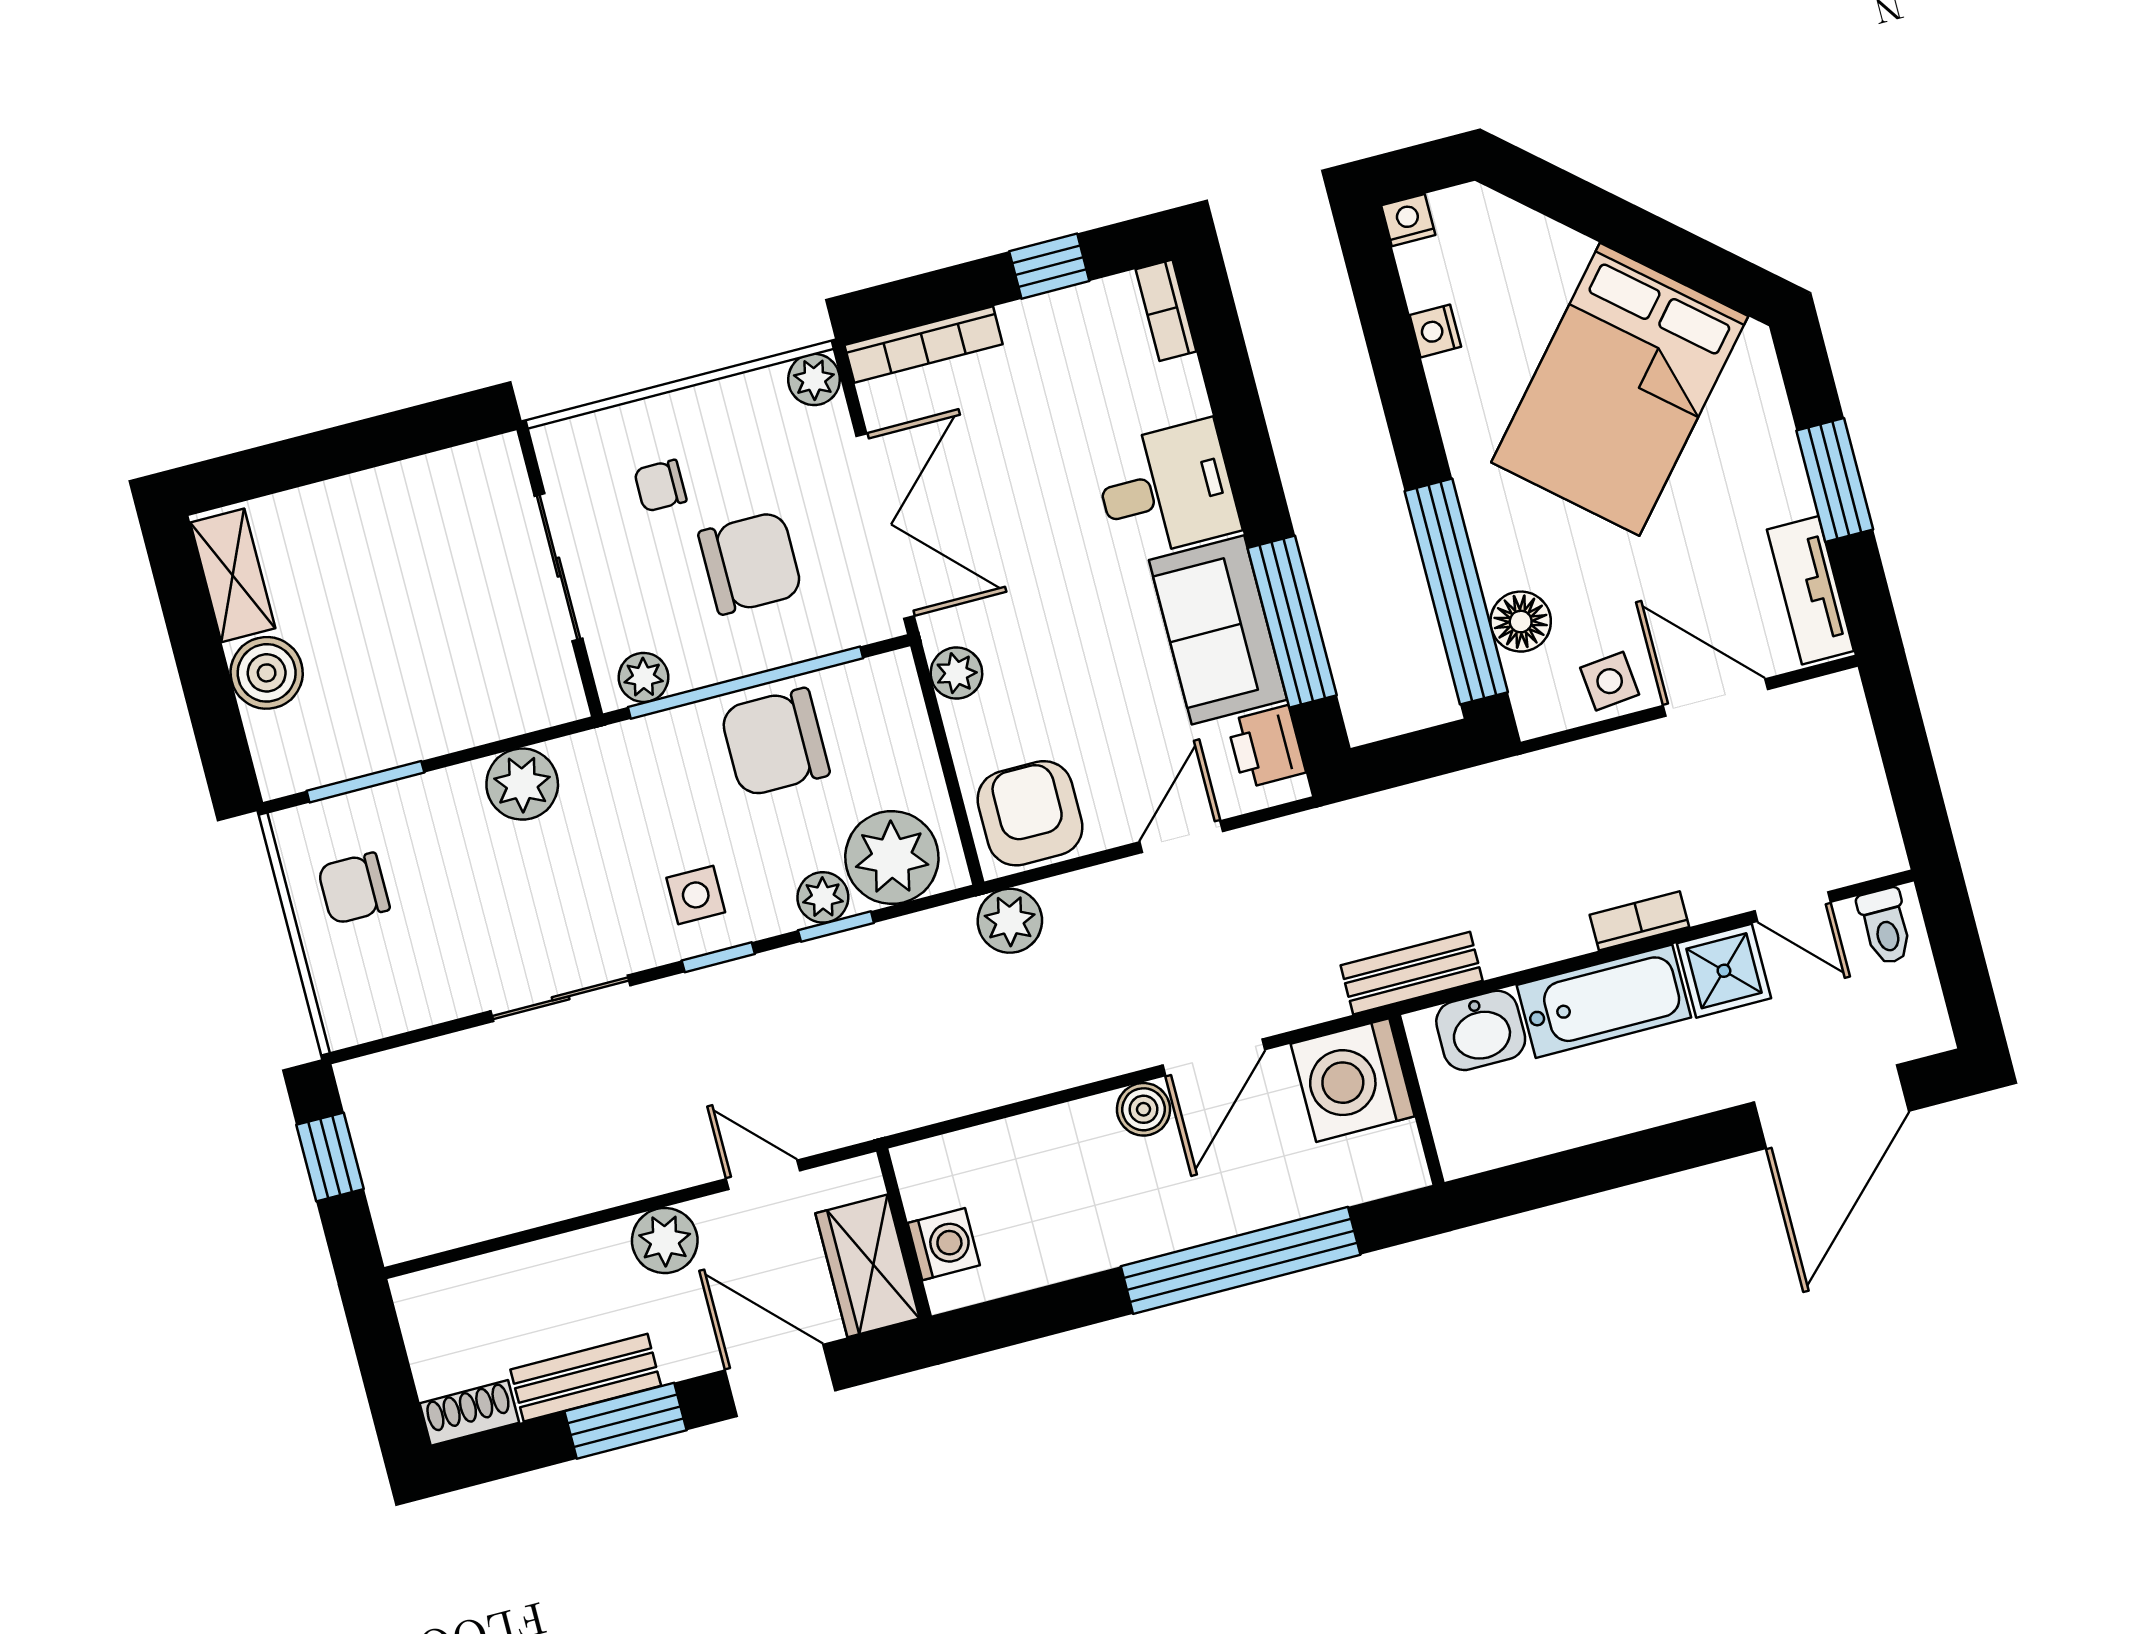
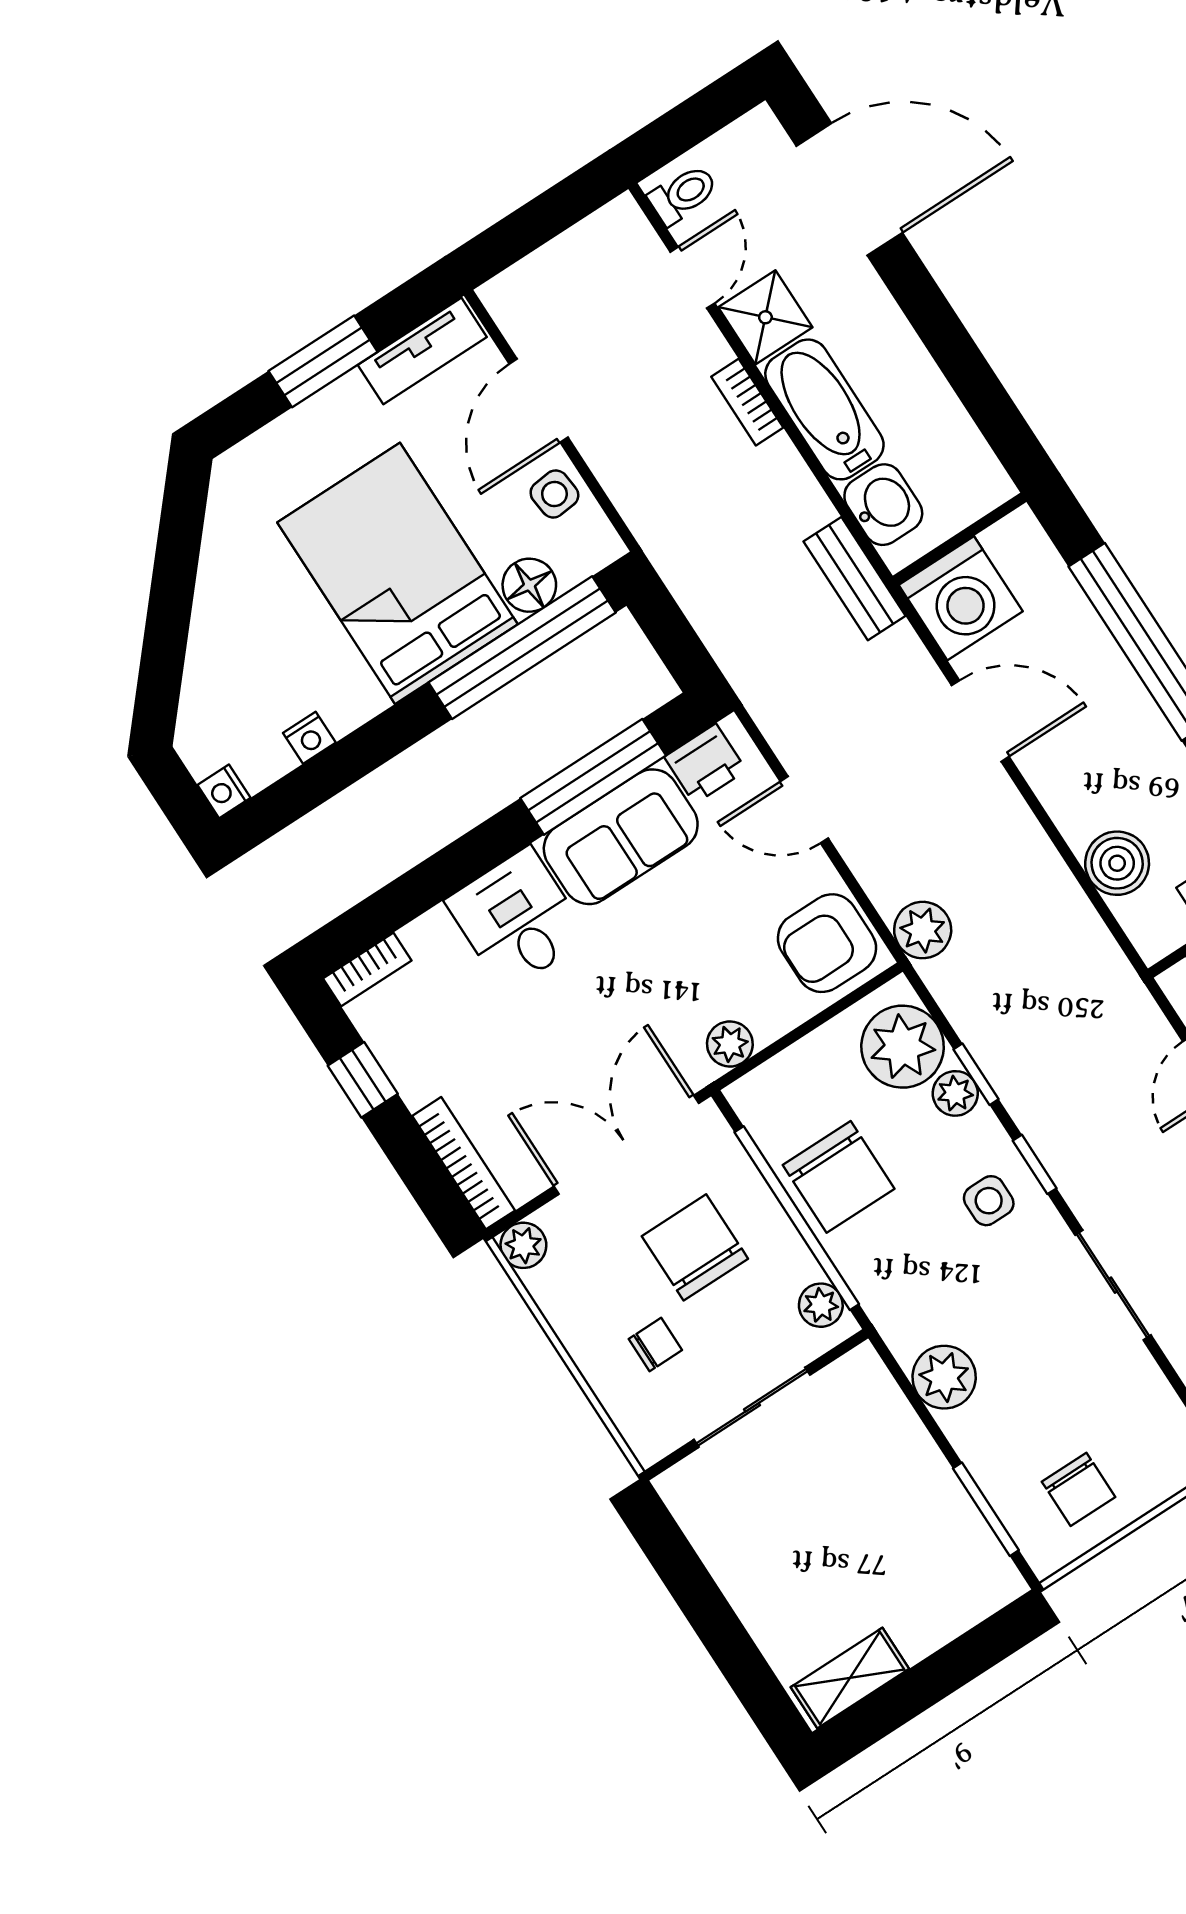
bed: (1620, 389) -> (397, 573), moved, turned -131
chair: (660, 486) -> (655, 1345), turned -90
boiler: (267, 673) -> (922, 1622), removed
boiler: (1144, 1109) -> (1117, 863), moved, width x1.36, depth x1.36

